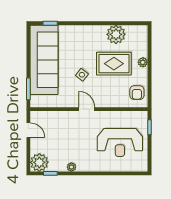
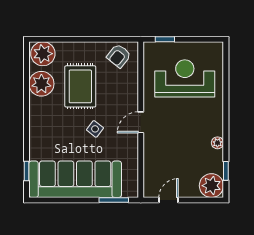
plant: (143, 62) -> (43, 54), moved, width x1.88, depth x1.88
armchair: (137, 93) -> (119, 56), turned 129
reception desk: (120, 142) -> (185, 78), turned -90

